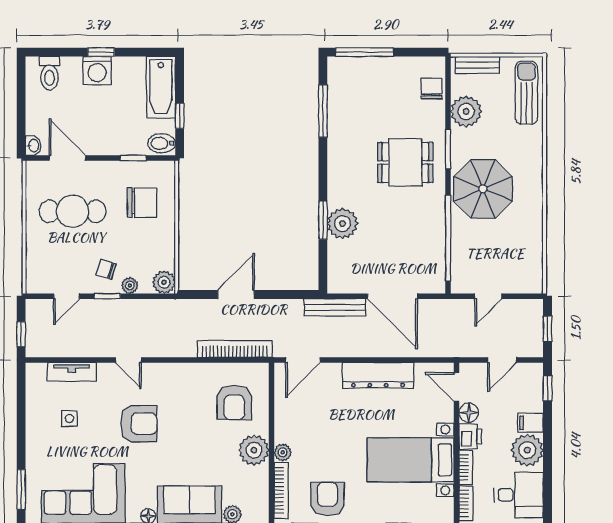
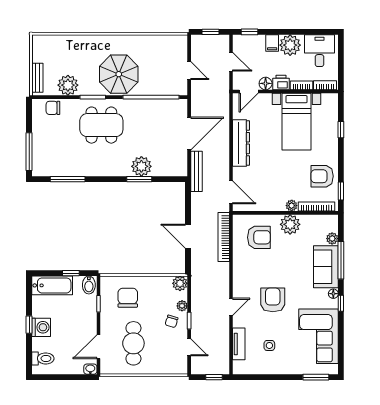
sun lounger: (526, 93) -> (56, 46), removed
dining table: (405, 162) -> (101, 125), width x1.38

